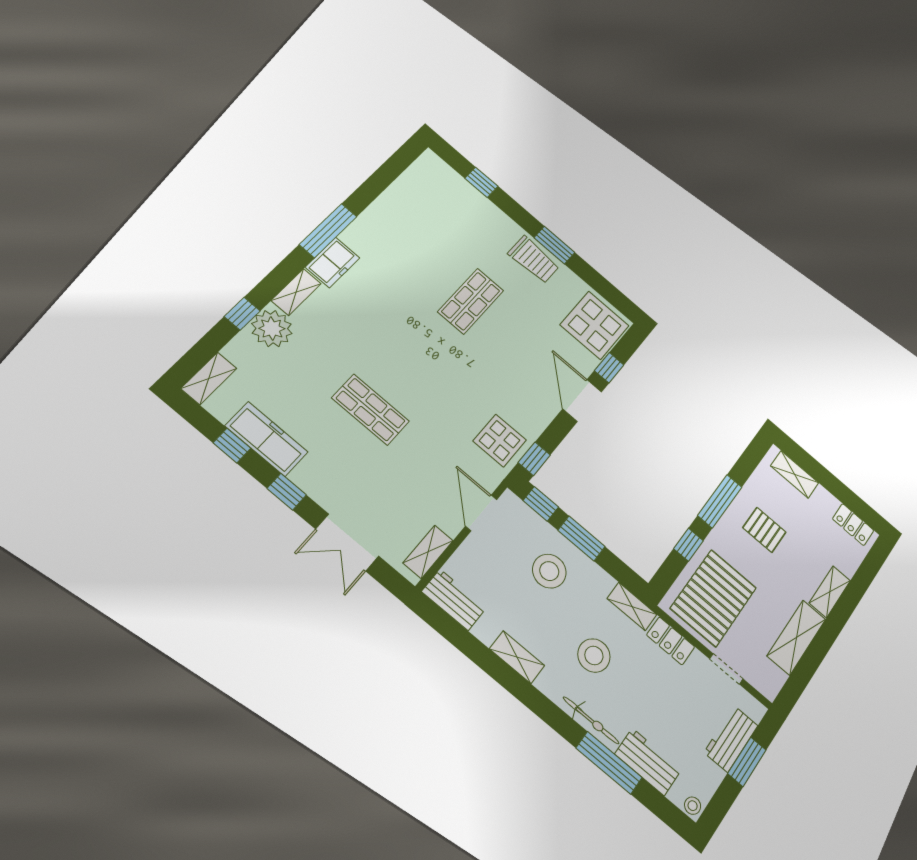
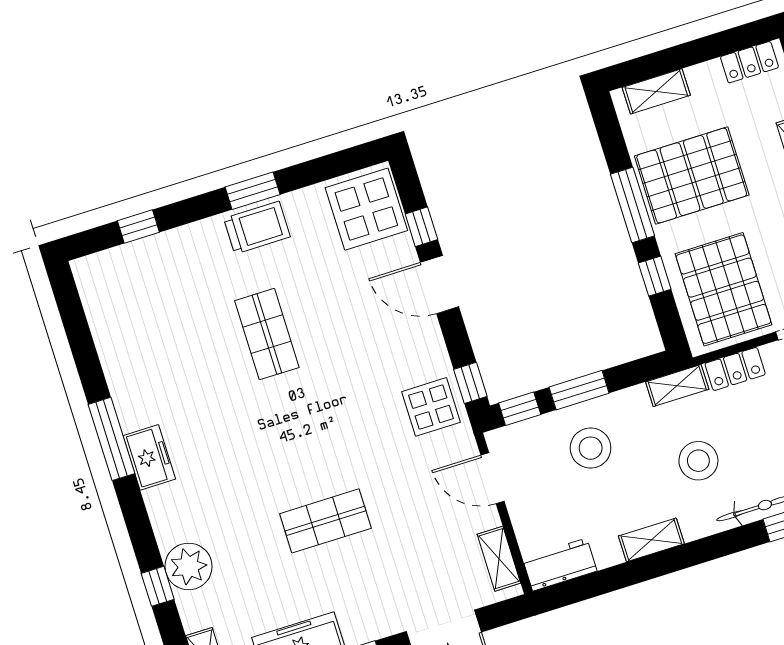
shelving: (296, 292) -> (162, 517), removed
pallet: (764, 530) -> (692, 176), width x2.05, depth x2.00

